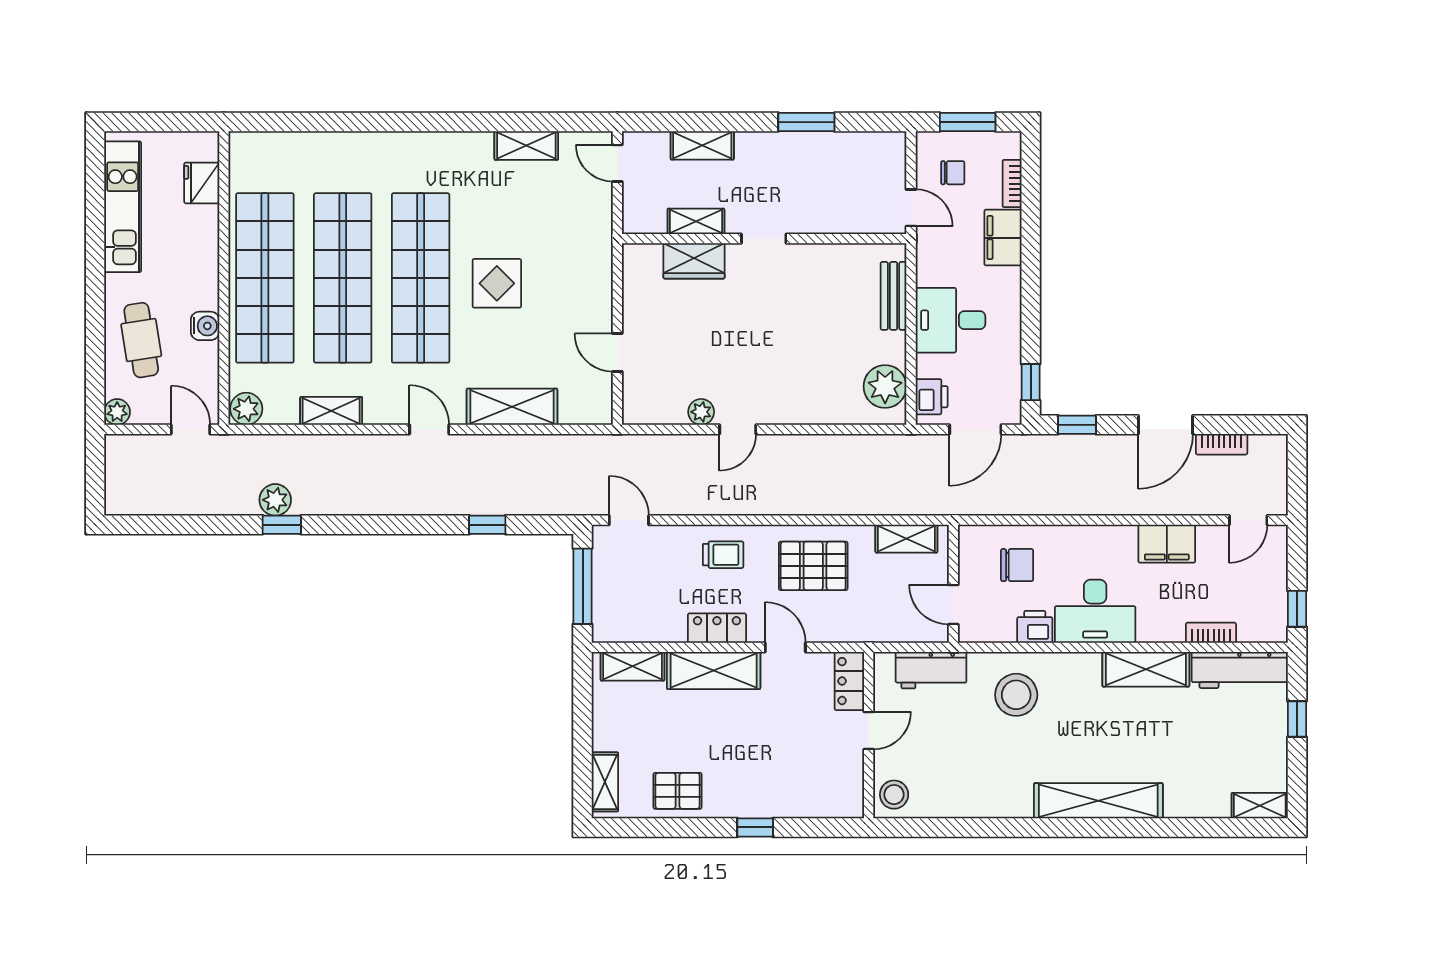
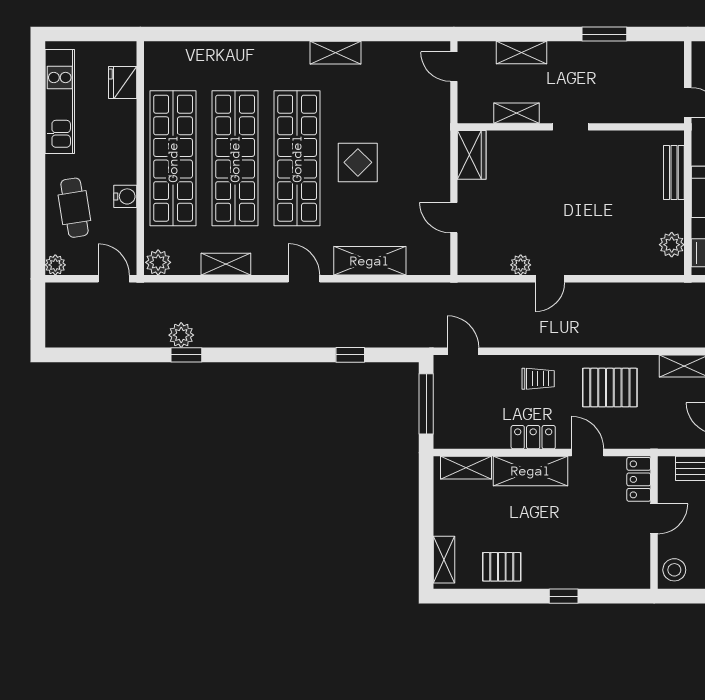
shelving: (526, 145) -> (335, 53), moved
wardrobe: (694, 261) -> (472, 155), moved, turned -90
plant: (885, 386) -> (672, 245), width x0.73, depth x0.73

